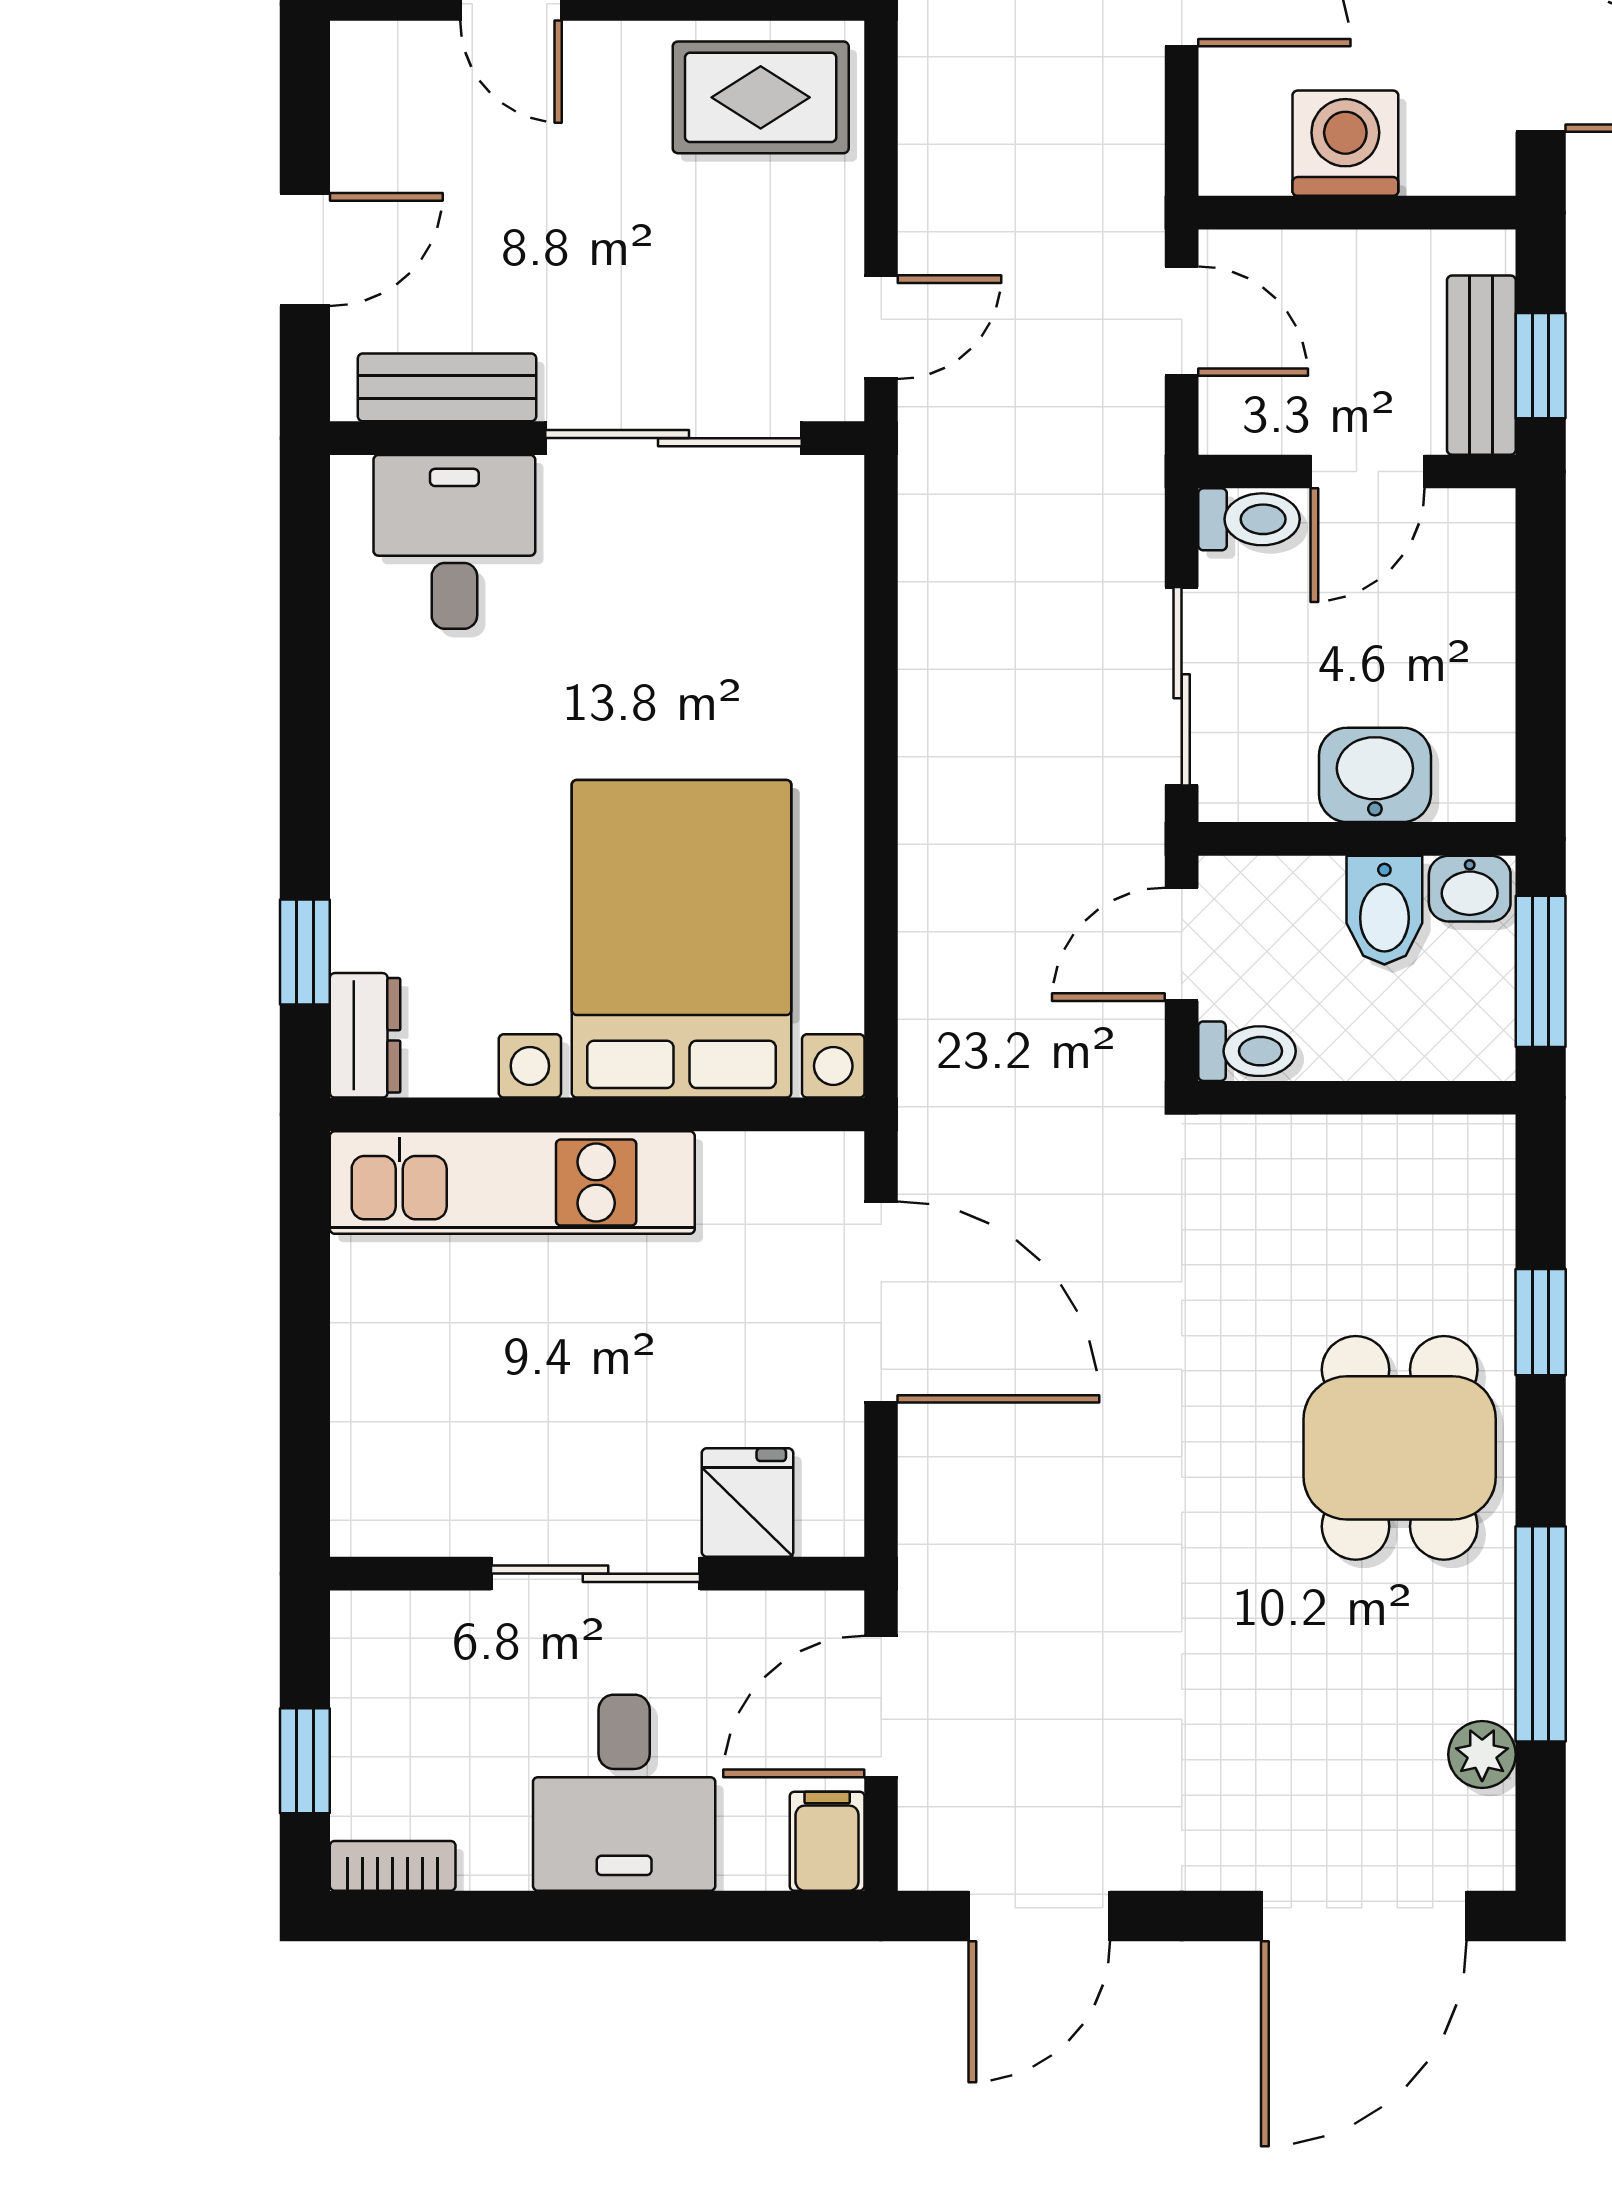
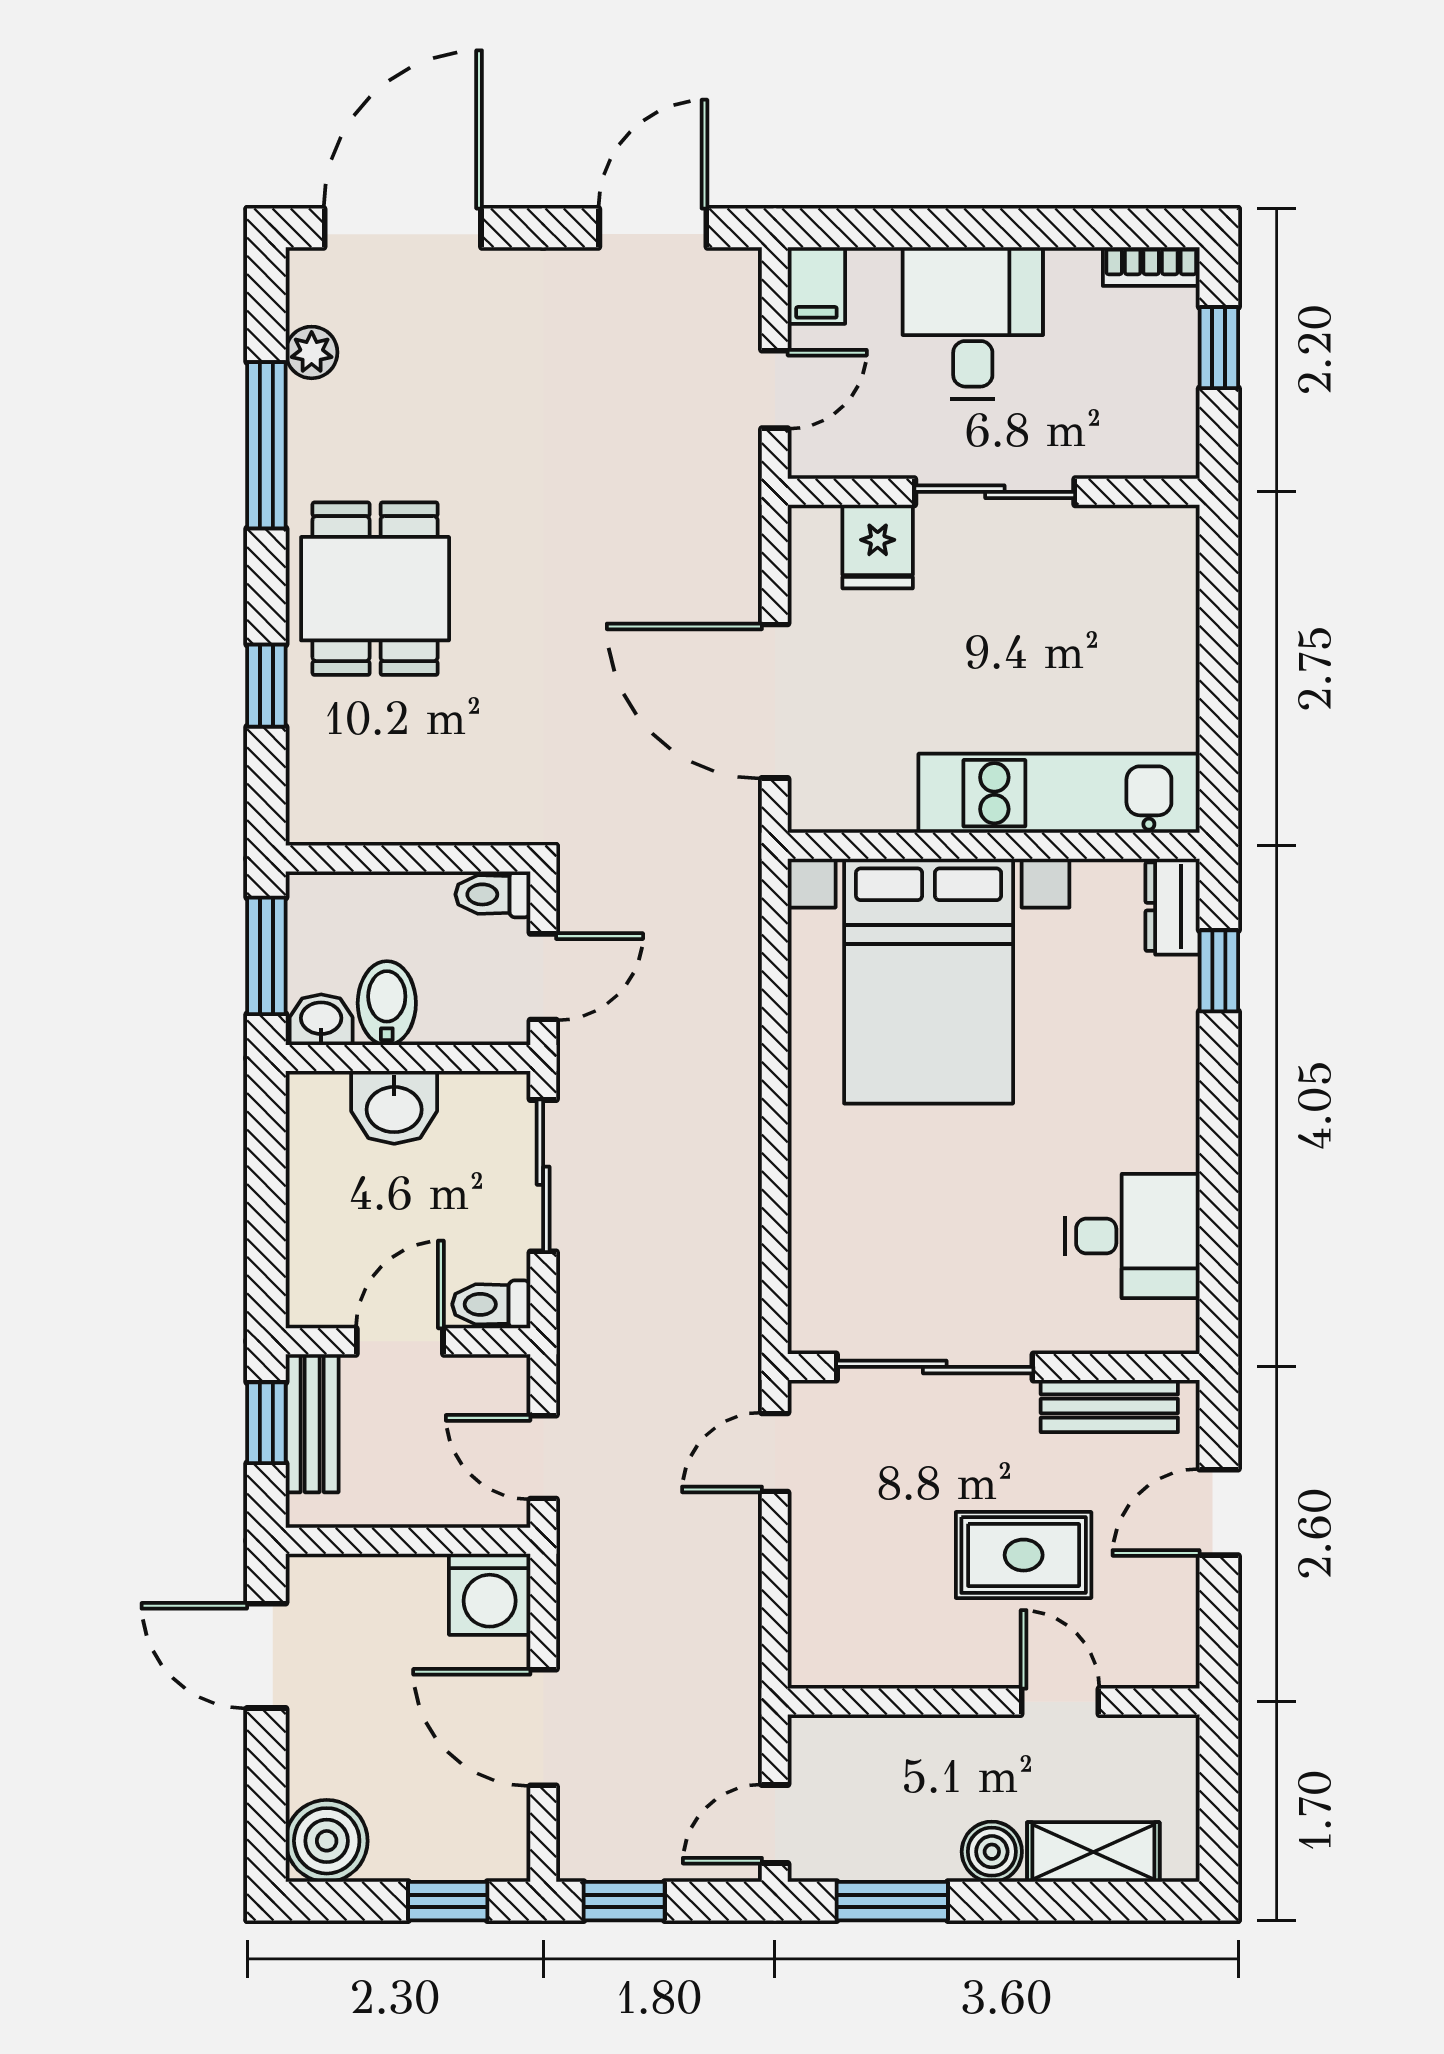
rug: (761, 97) -> (1024, 1555), moved
washing machine: (1345, 143) -> (490, 1594), moved
desk: (454, 542) -> (1132, 1236), moved, turned -90
door: (881, 1707) -> (775, 389), width x0.73

